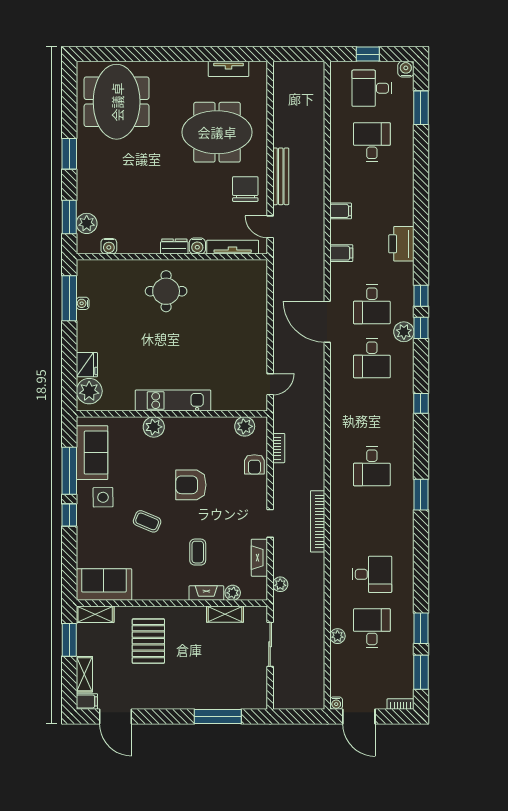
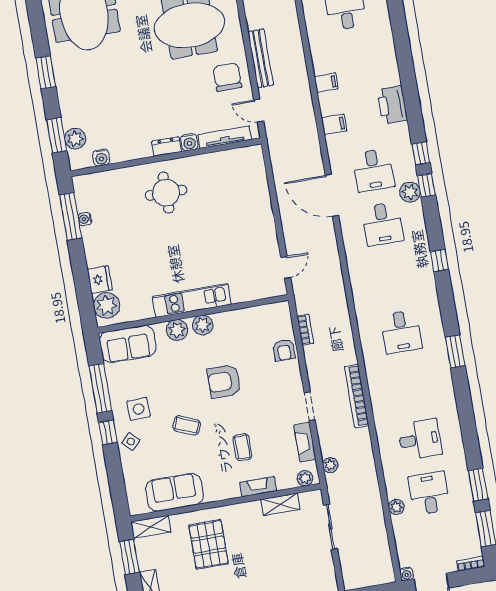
plant: (245, 426) -> (203, 325), moved
sofa: (92, 453) -> (128, 344), moved, turned 90
side table: (90, 528) -> (131, 441), added
sofa: (104, 584) -> (174, 492), moved
plant: (233, 593) -> (305, 478), moved

